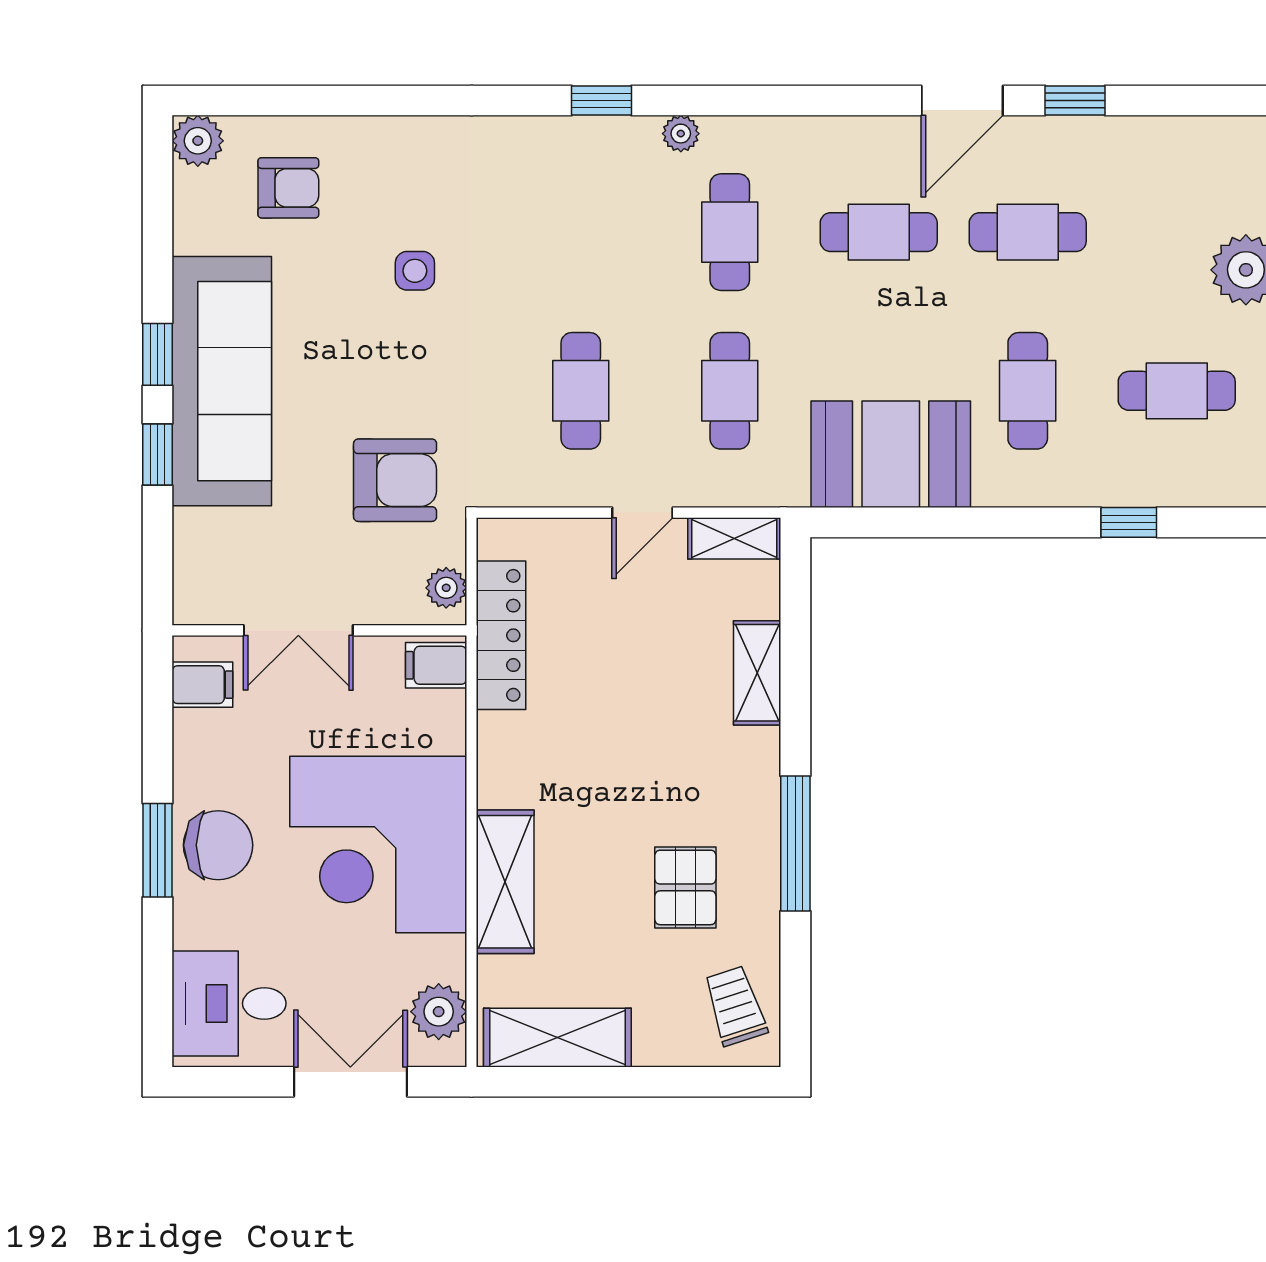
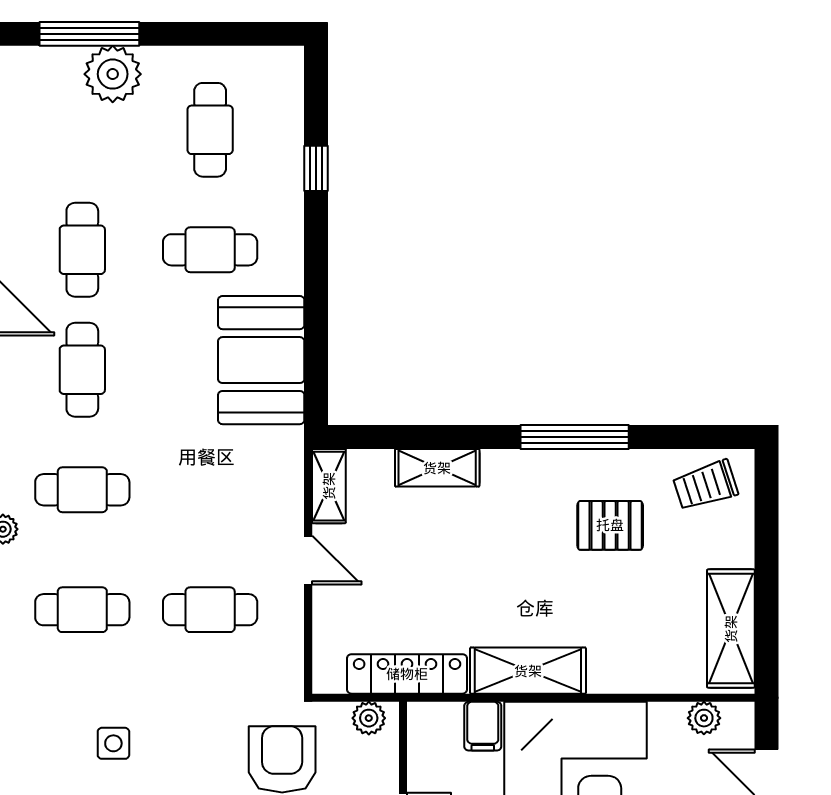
cafe table: (730, 391) -> (82, 610), moved
filing cabinet: (436, 665) -> (483, 726), moved
shelving: (505, 882) -> (528, 671), moved
plant: (439, 1012) -> (704, 718), width x0.73, depth x0.73

